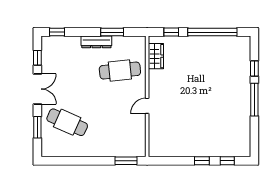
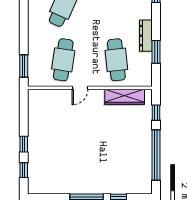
wardrobe: (156, 56) -> (125, 97), width x1.50
door: (147, 106) -> (80, 88), swing flipped
cafe table: (120, 122) -> (63, 60), added

